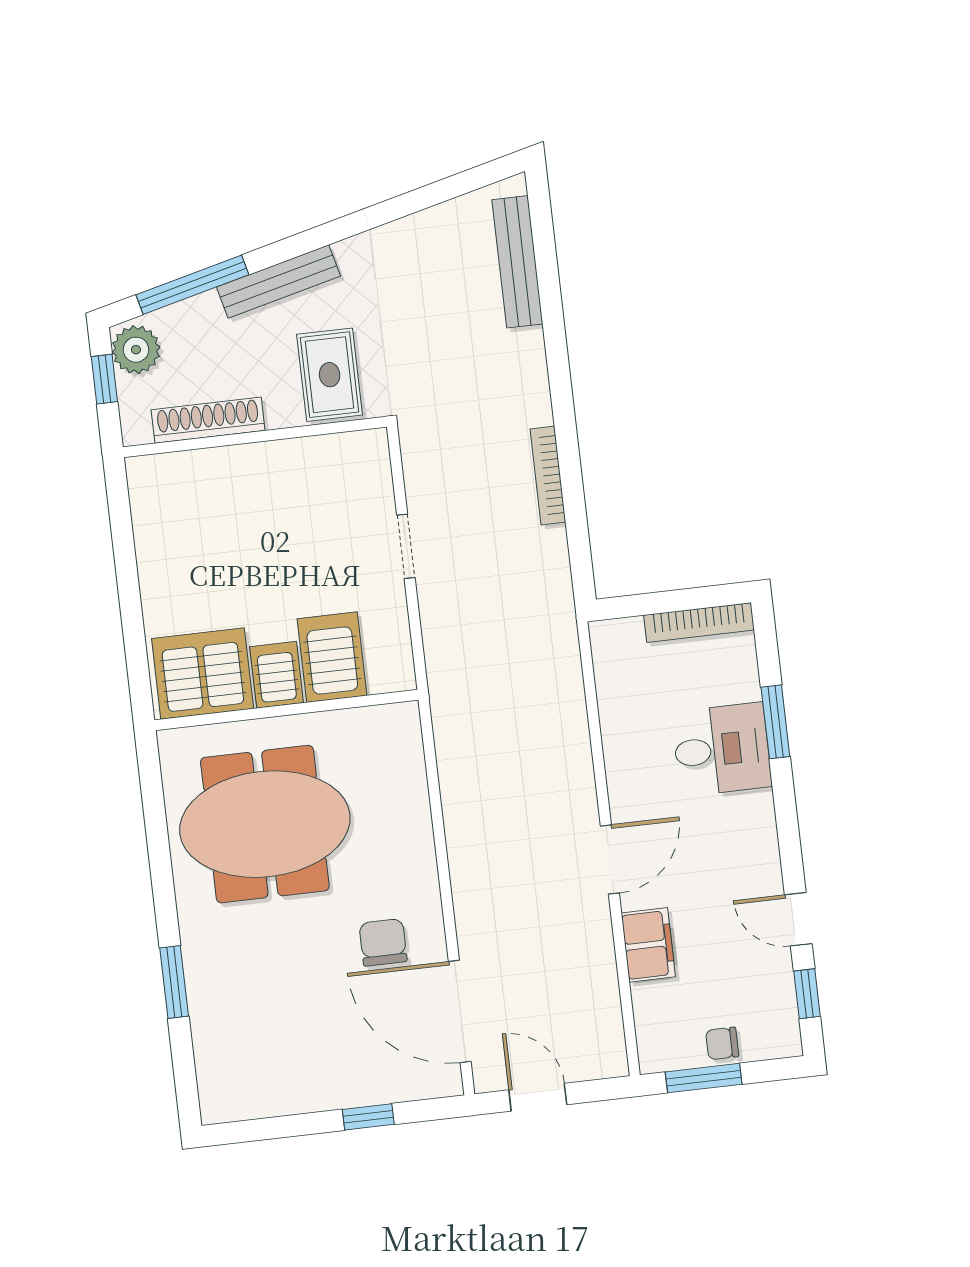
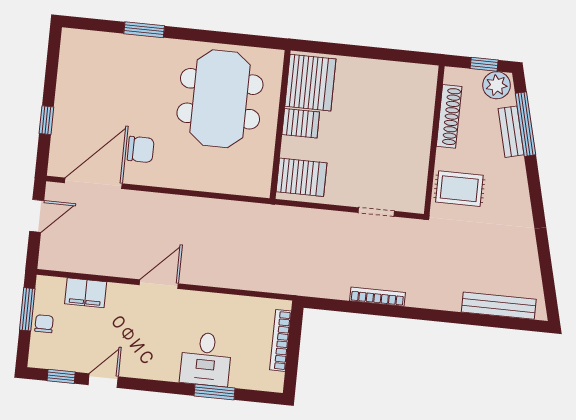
bench: (278, 281) -> (511, 132), moved, width x0.73
doorway: (406, 546) -> (376, 212), moved
bookcase: (699, 623) -> (281, 340), moved
server rack: (332, 657) -> (302, 177), moved
door: (610, 859) -> (159, 284), swing flipped
filing cabinet: (648, 945) -> (86, 293), moved

